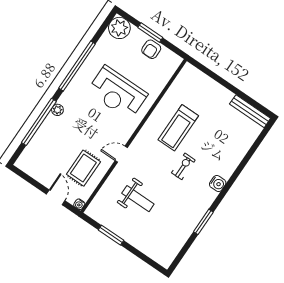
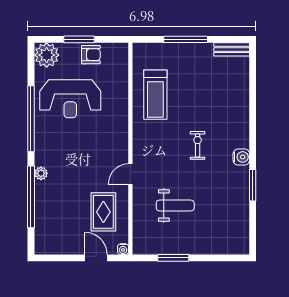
armchair: (151, 49) -> (91, 55), turned -90
window: (227, 85) -> (186, 39), added
reception desk: (117, 93) -> (70, 99), moved
bench: (250, 111) -> (232, 49), width x0.73
treadmill: (178, 128) -> (155, 95), moved
water cooler: (218, 184) -> (241, 157), moved

